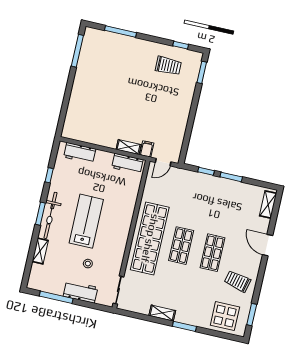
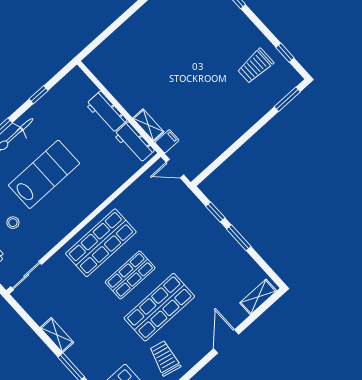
trolley: (168, 66) -> (255, 66), turned 90
workbench: (80, 153) -> (106, 112), moved
shop shelf: (150, 238) -> (101, 243), width x0.71
shop shelf: (213, 253) -> (159, 307), width x1.43, depth x1.36

